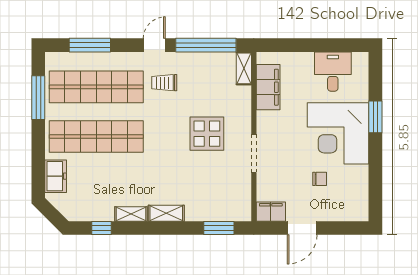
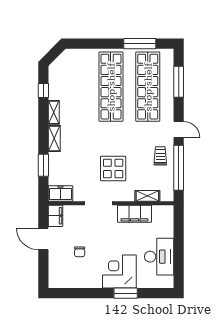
shelving: (244, 68) -> (147, 196), moved
desk: (333, 72) -> (159, 257), width x1.37
trolley: (164, 83) -> (160, 156), moved
filing cabinet: (268, 87) -> (134, 214), moved
corner desk: (338, 133) -> (119, 271), width x0.74, depth x0.74
freezer: (56, 176) -> (60, 193), moved, turned 180
window: (219, 228) -> (43, 165), moved

